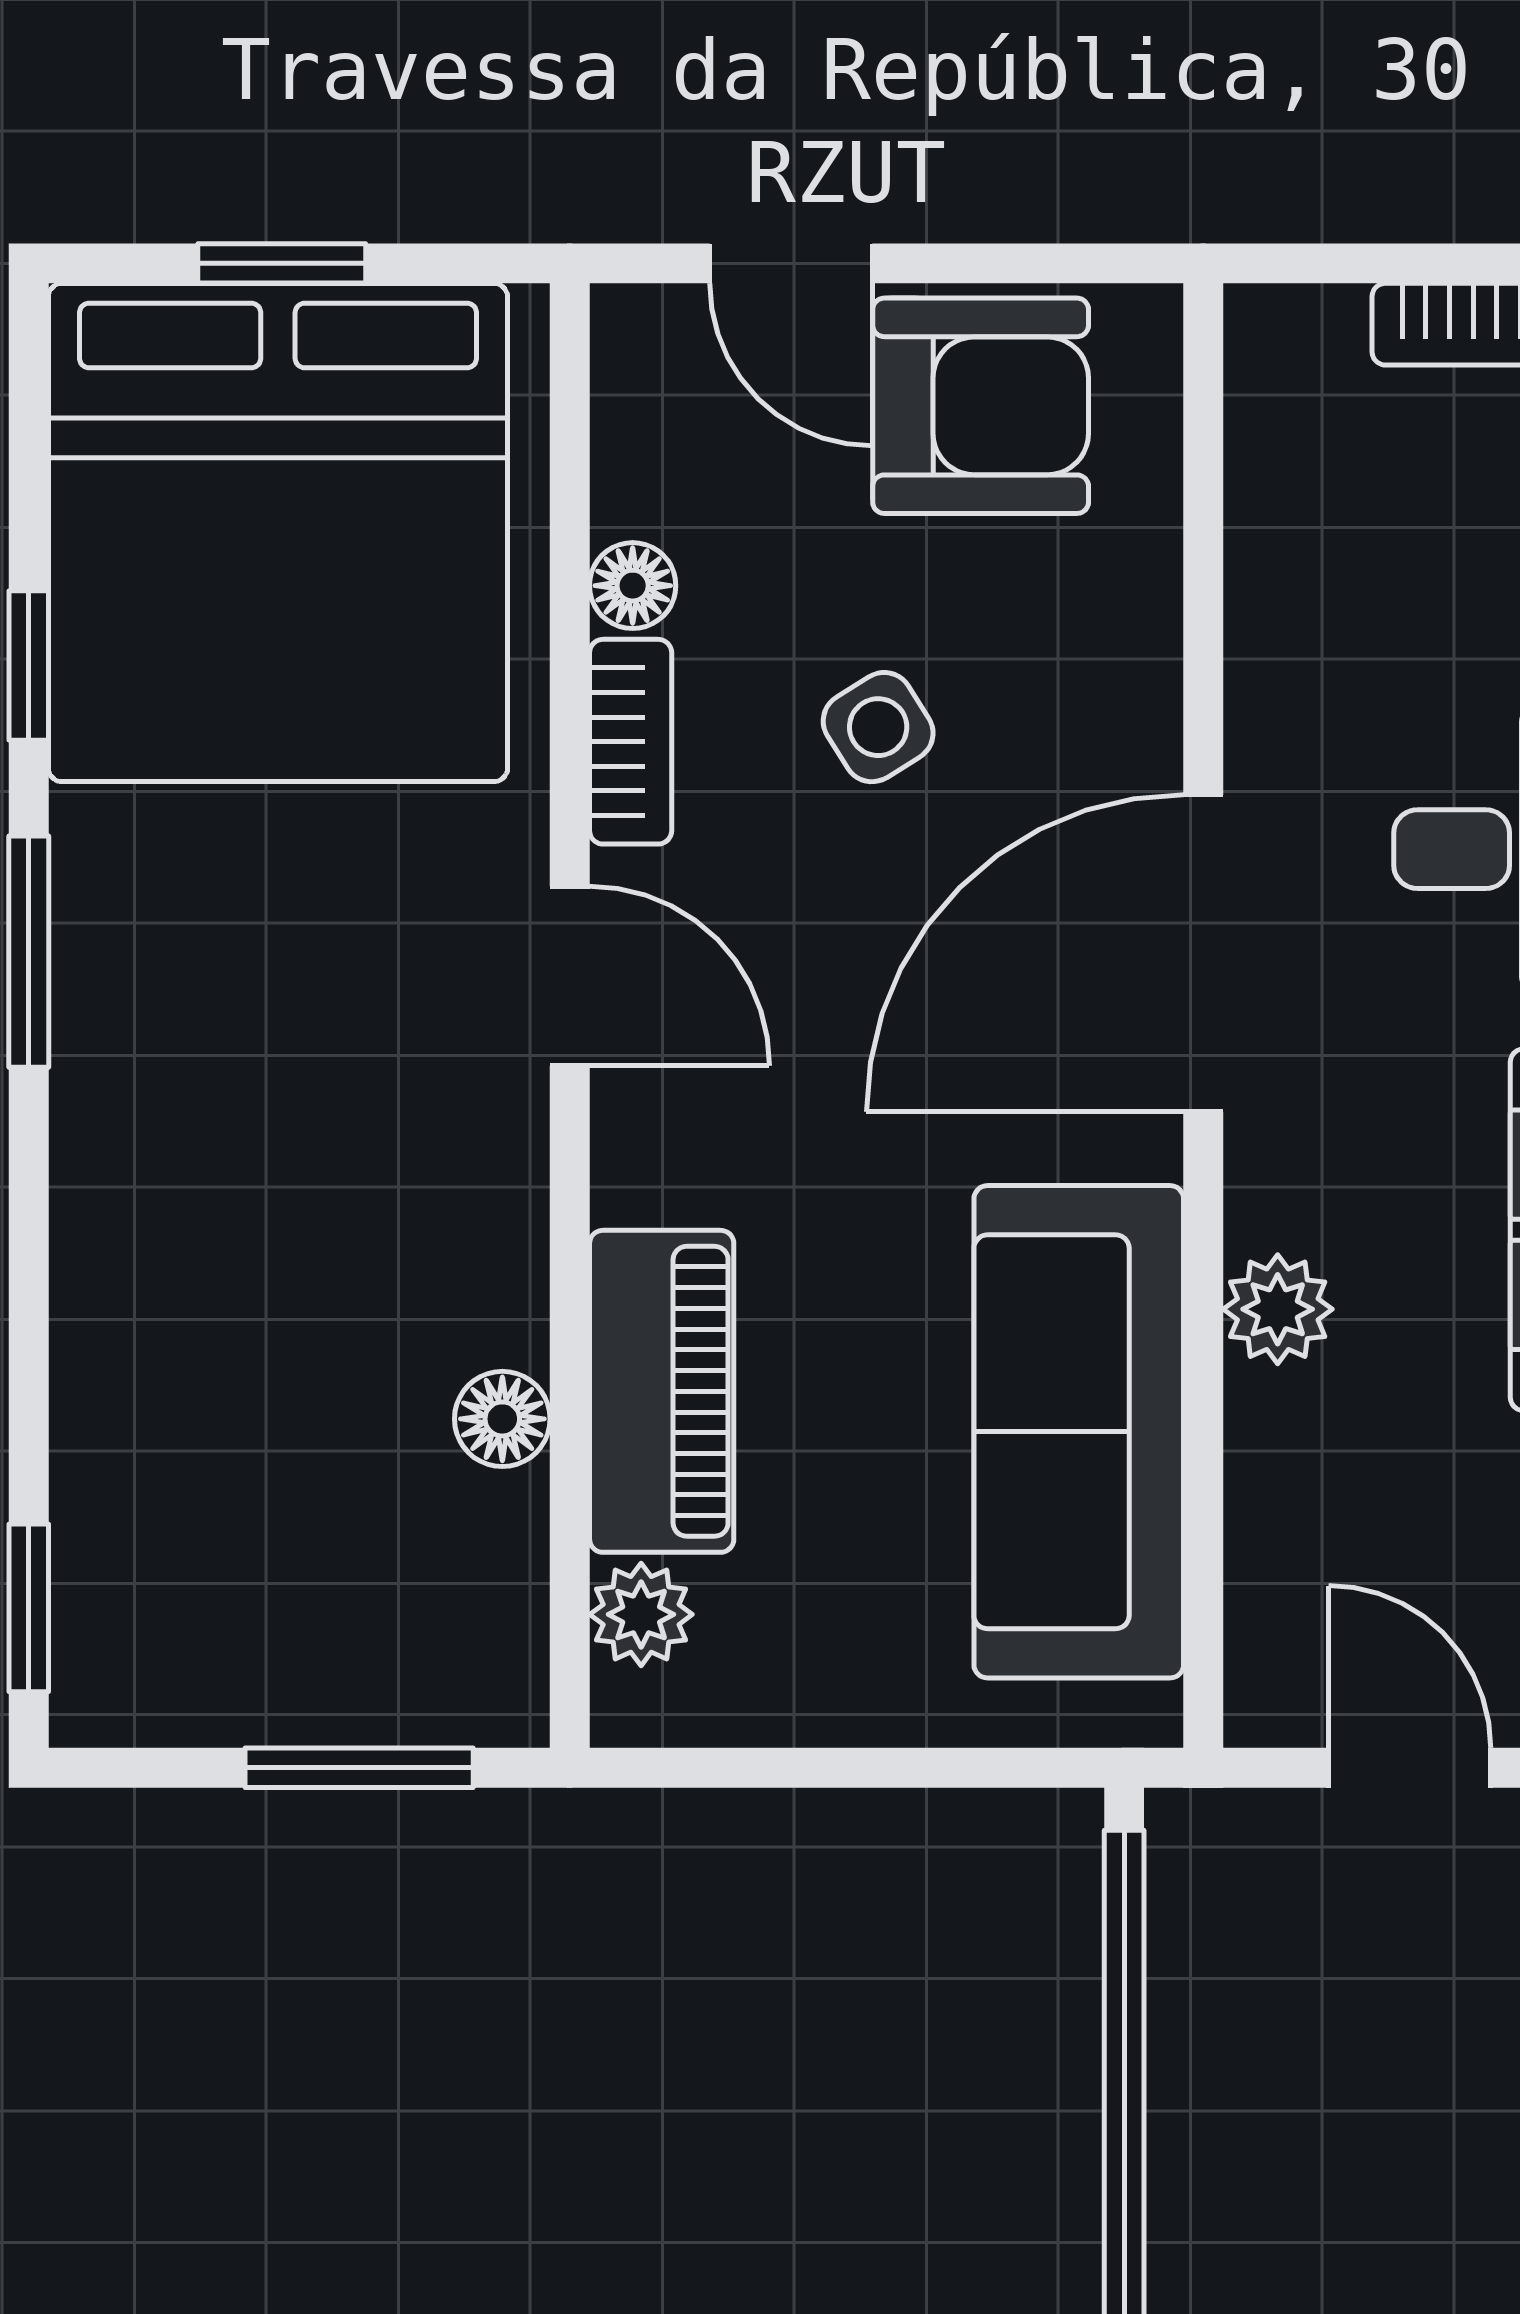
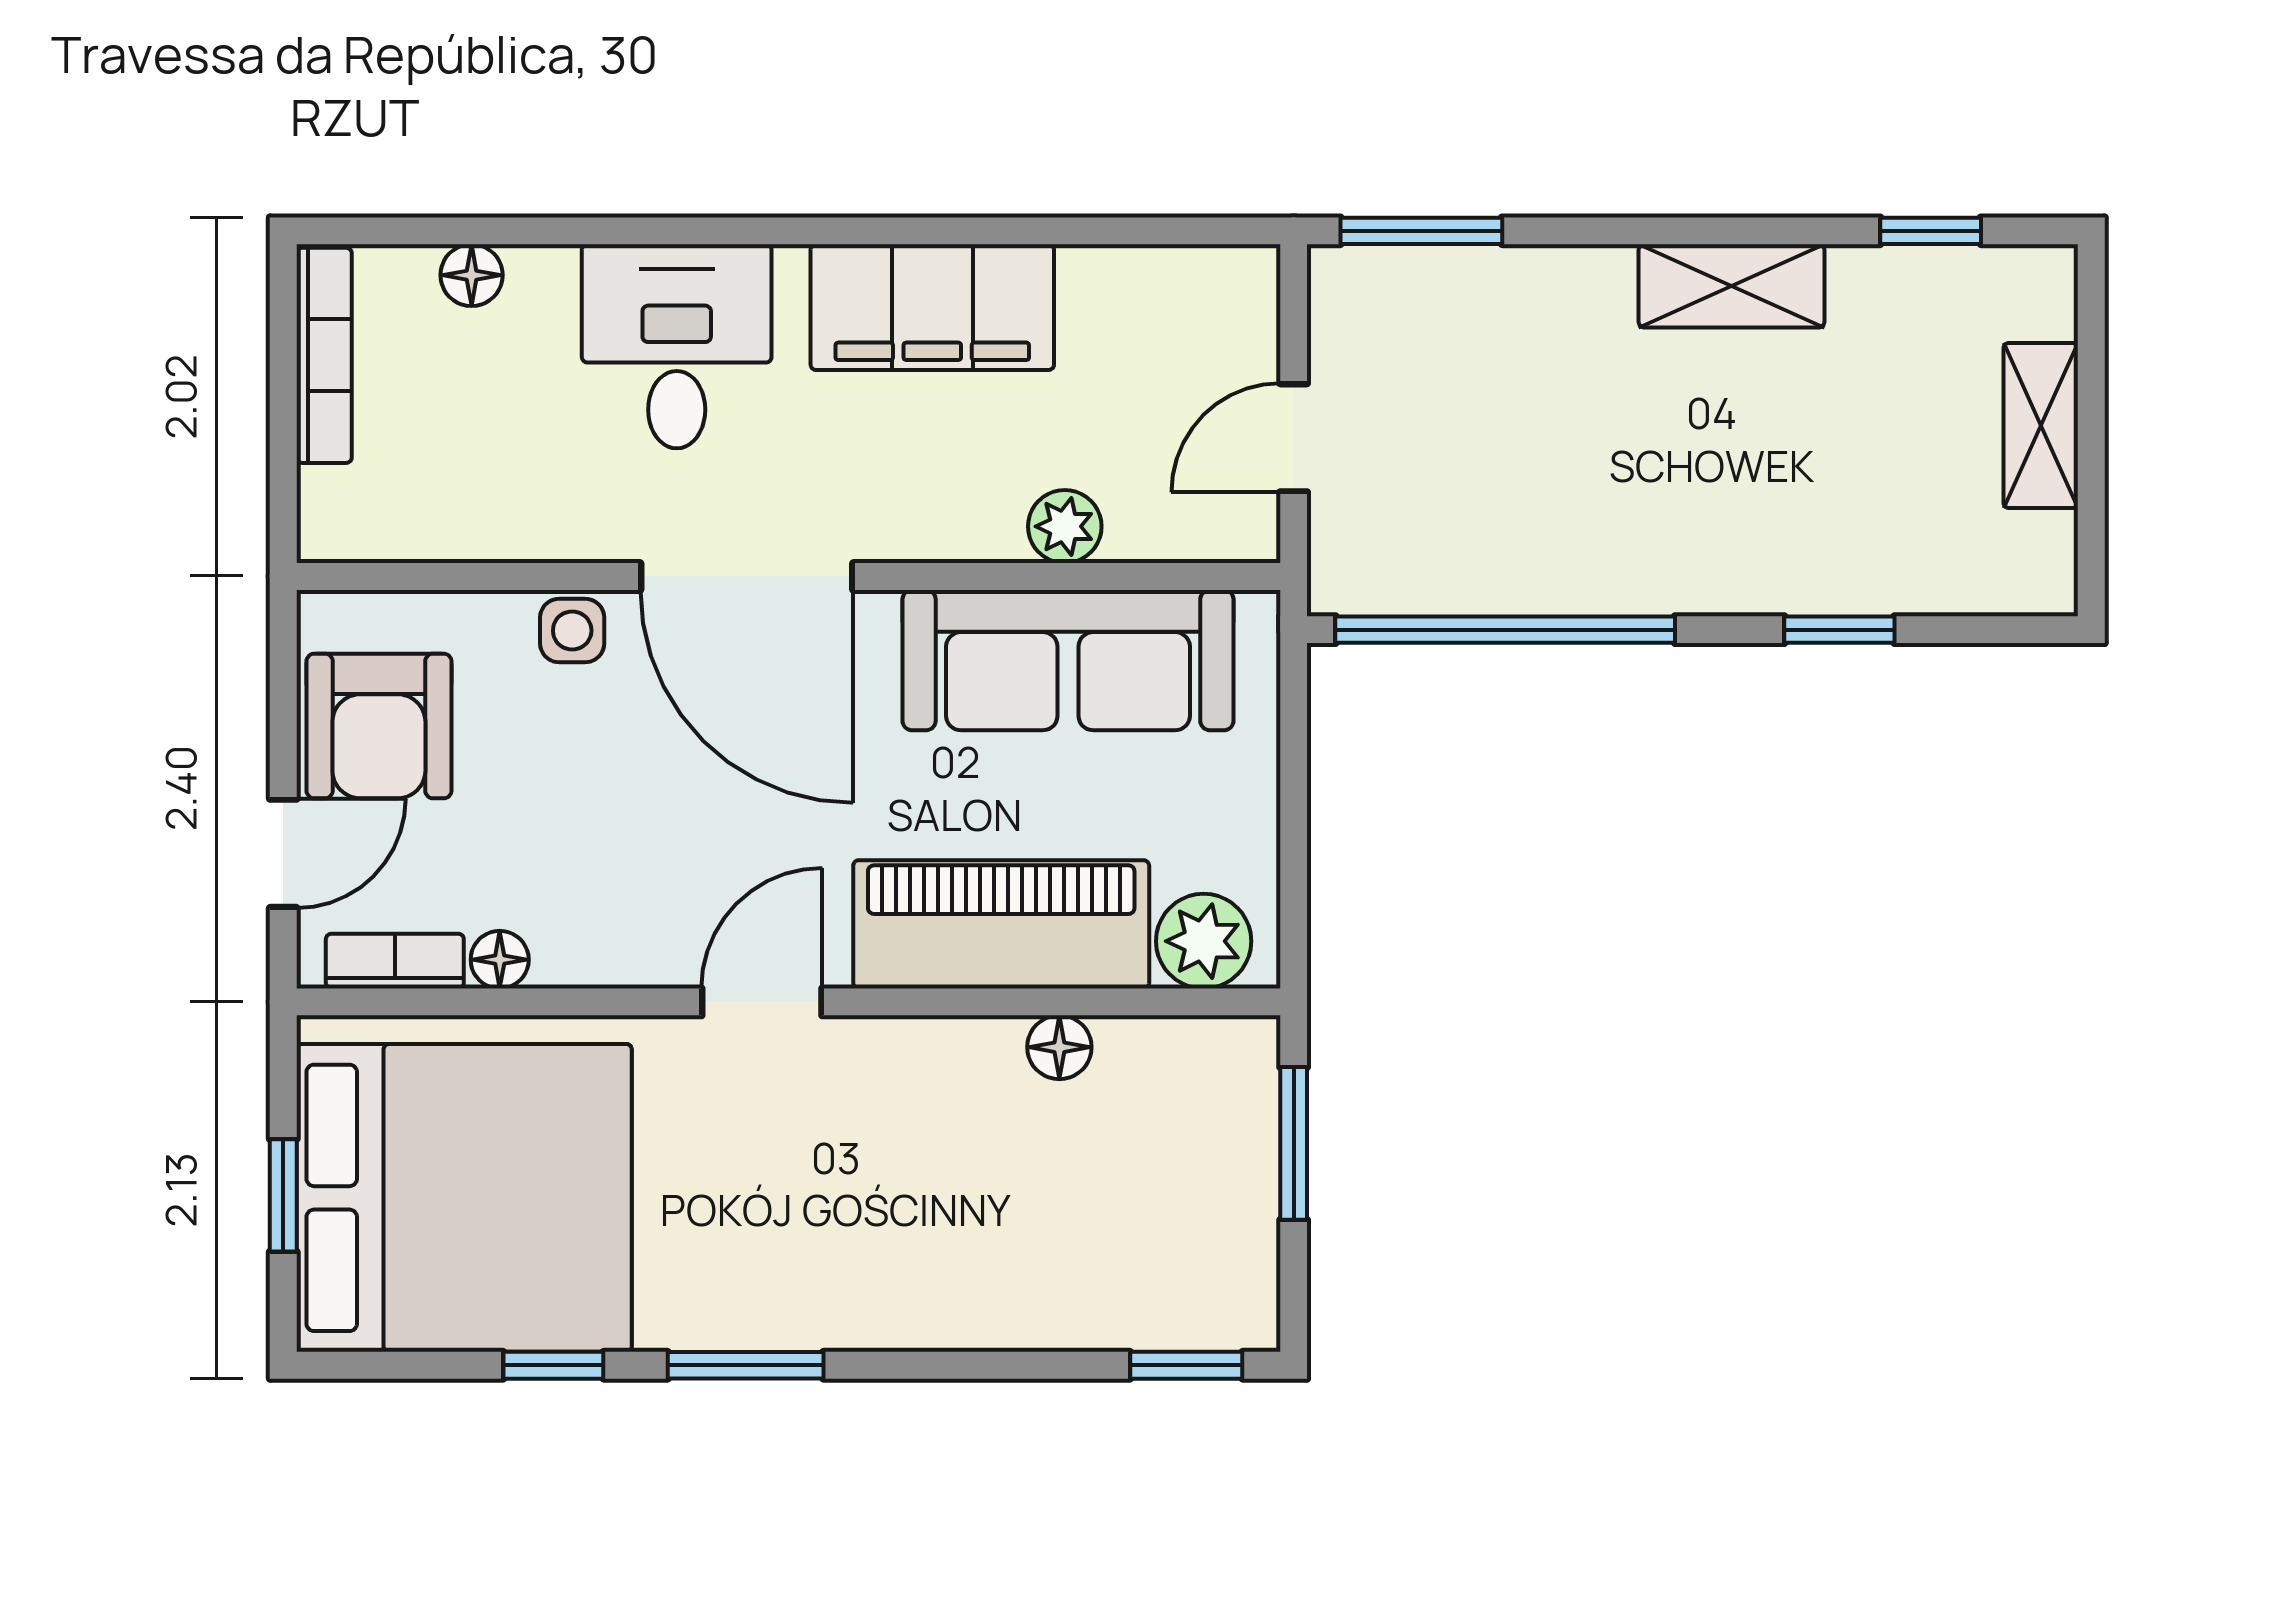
armchair: (981, 406) -> (379, 726), turned 180
side table: (878, 727) -> (572, 631), moved, turned 32
bookcase: (631, 742) -> (395, 961), moved
plant: (1278, 1309) -> (1065, 526), moved
piano: (662, 1391) -> (1001, 924), width x1.37, depth x1.33
plant: (641, 1614) -> (1204, 941), width x1.38, depth x1.38

